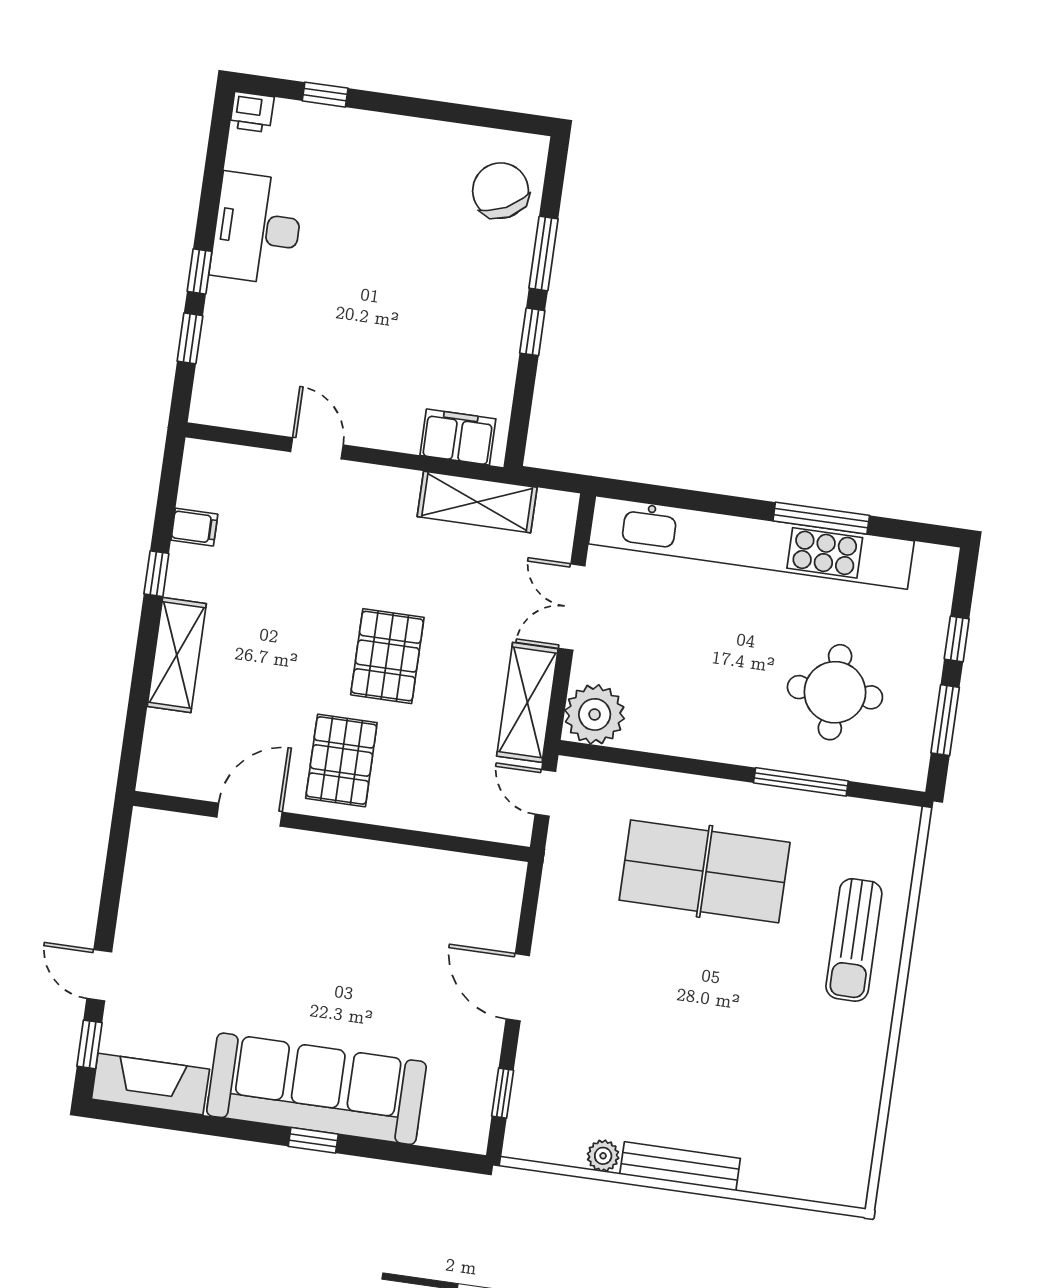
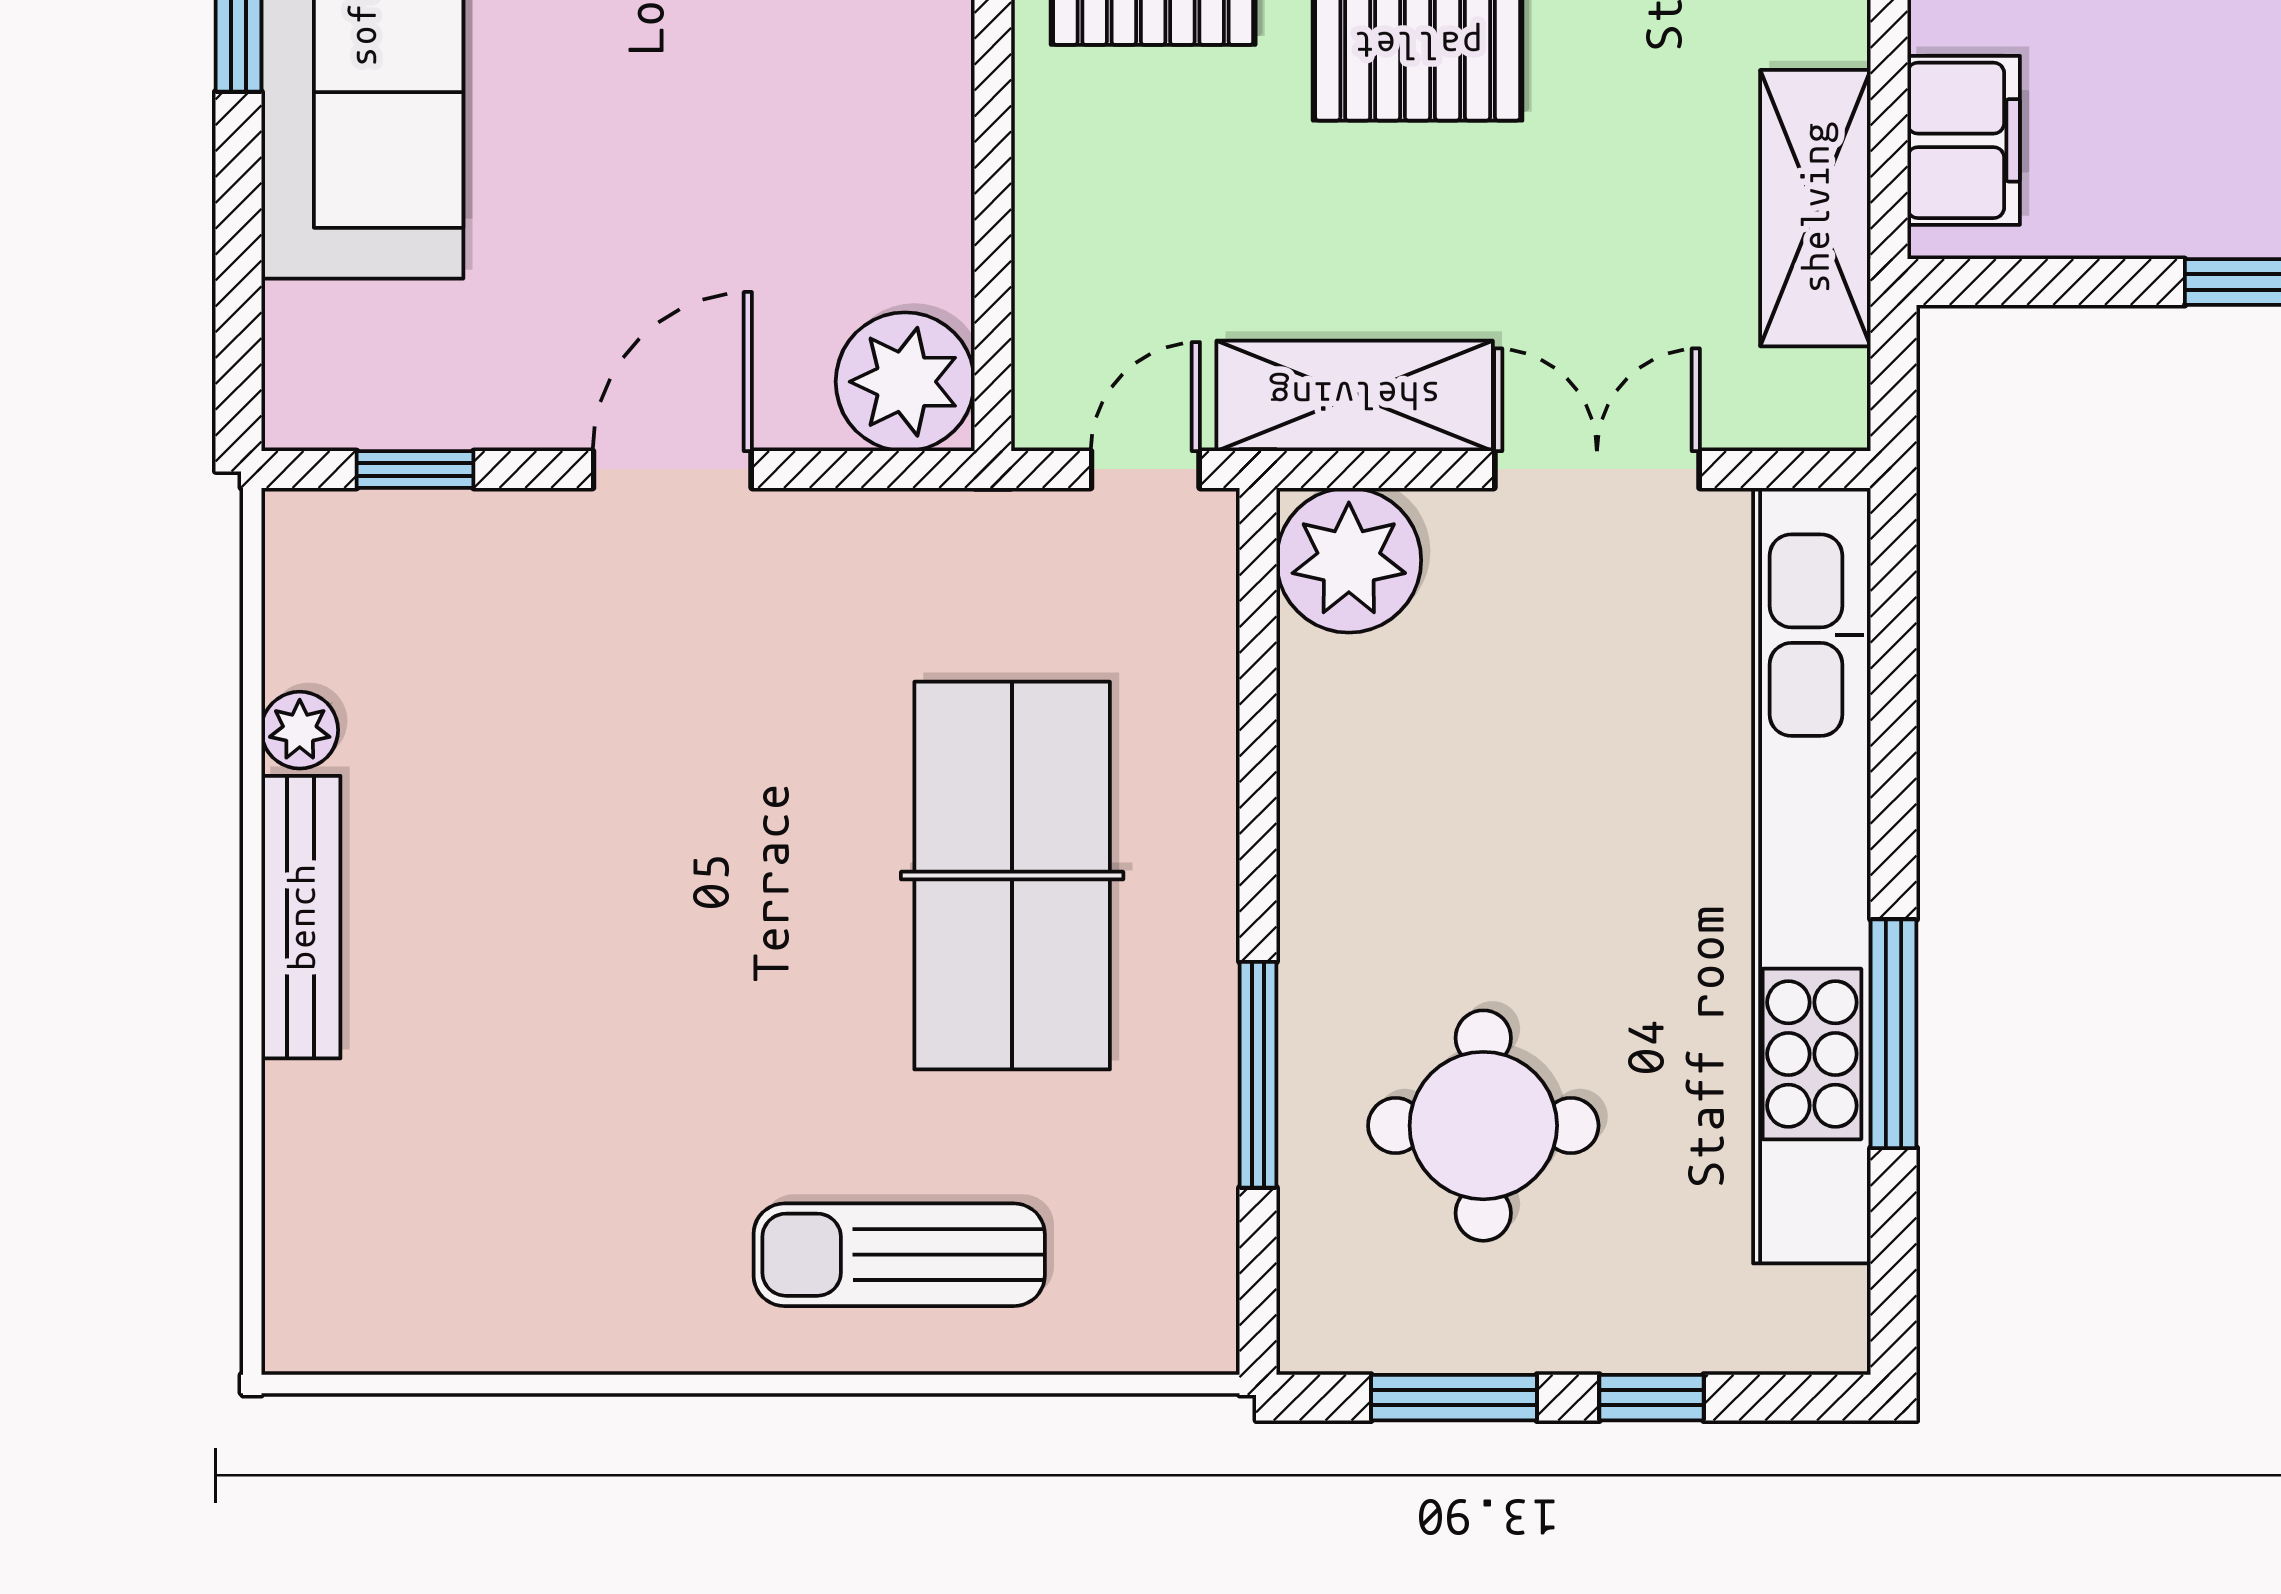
plant: (495, 886) -> (905, 382), added

